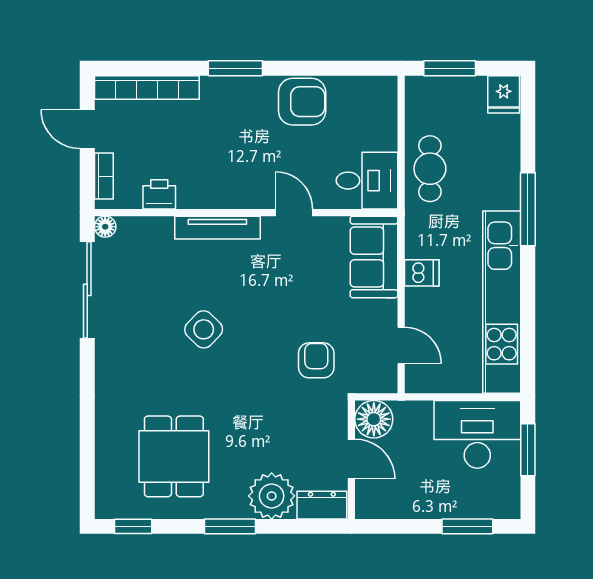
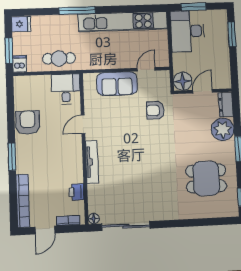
sofa: (374, 257) -> (117, 84), moved
dishwasher: (422, 273) -> (20, 64), moved
side table: (204, 329) -> (143, 167), removed

